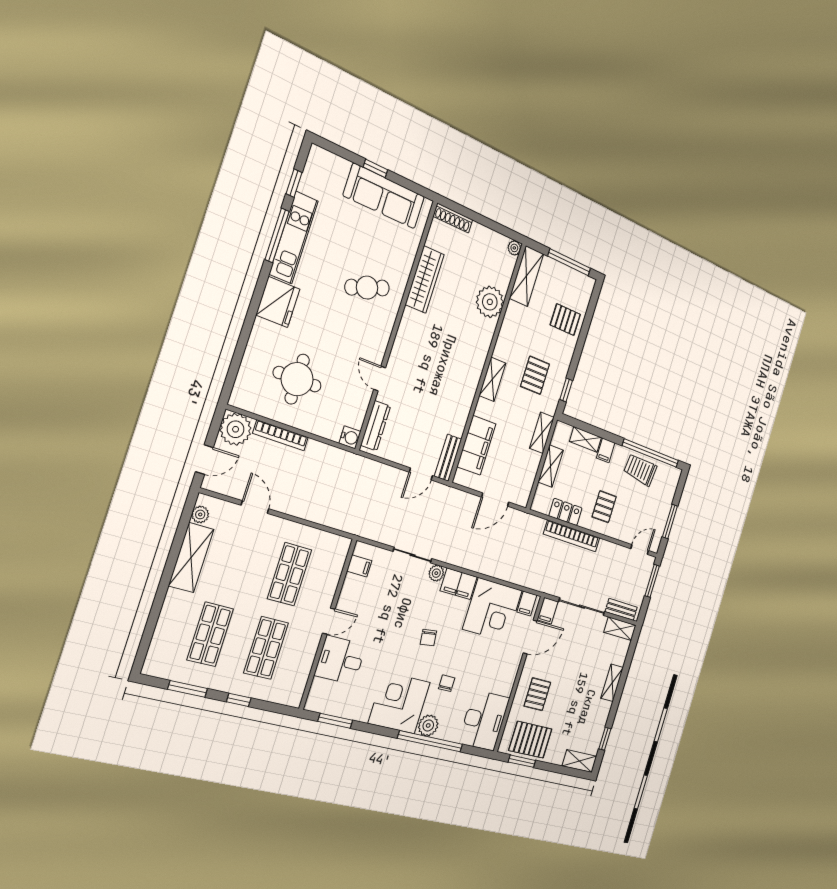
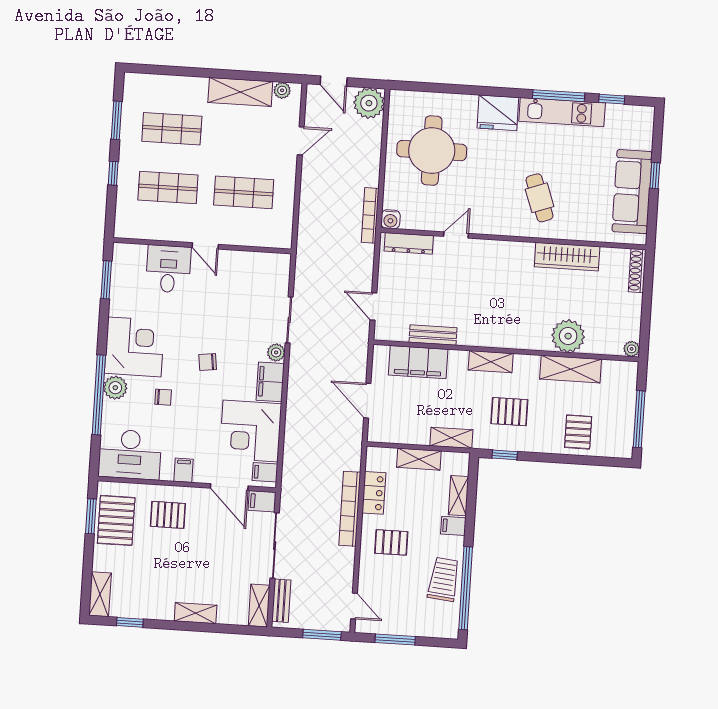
shelving: (526, 276) -> (571, 369), moved
round table: (297, 379) -> (432, 151), width x1.36, depth x1.36
bookcase: (281, 435) -> (370, 215), moved
bench: (448, 458) -> (433, 335), moved
filing cabinet: (359, 566) -> (184, 470), moved, turned 180

